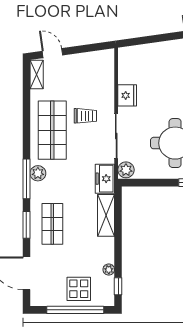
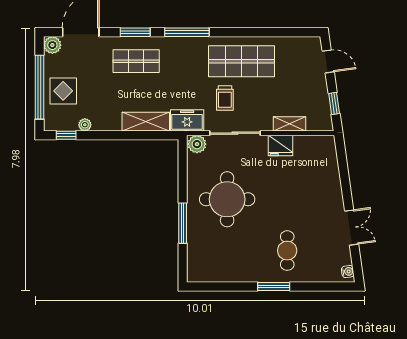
window: (90, 48) -> (334, 103), added
door: (52, 53) -> (328, 61), hinge flipped
shelving: (37, 75) -> (290, 124), moved
trolley: (85, 116) -> (225, 98), moved
plant: (38, 173) -> (52, 45), moved

